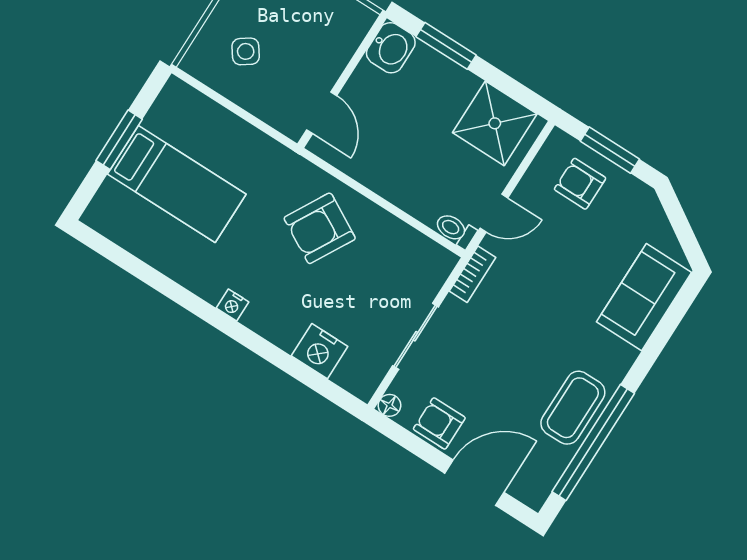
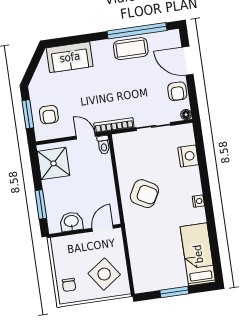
washbasin: (391, 48) -> (71, 222), moved
side table: (246, 51) -> (104, 274), width x1.87, depth x1.87
bed: (177, 184) -> (198, 254), moved
bookcase: (473, 274) -> (114, 125), width x1.56

